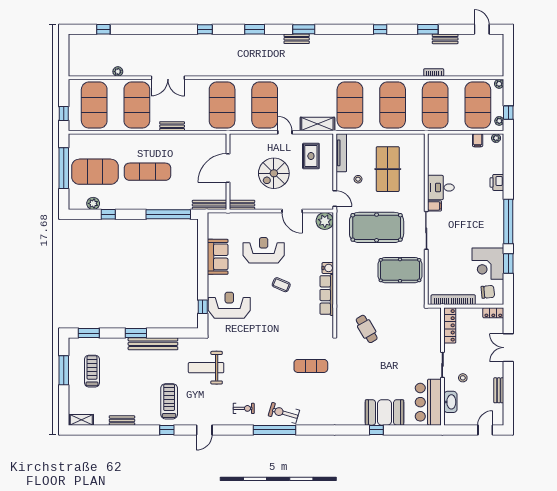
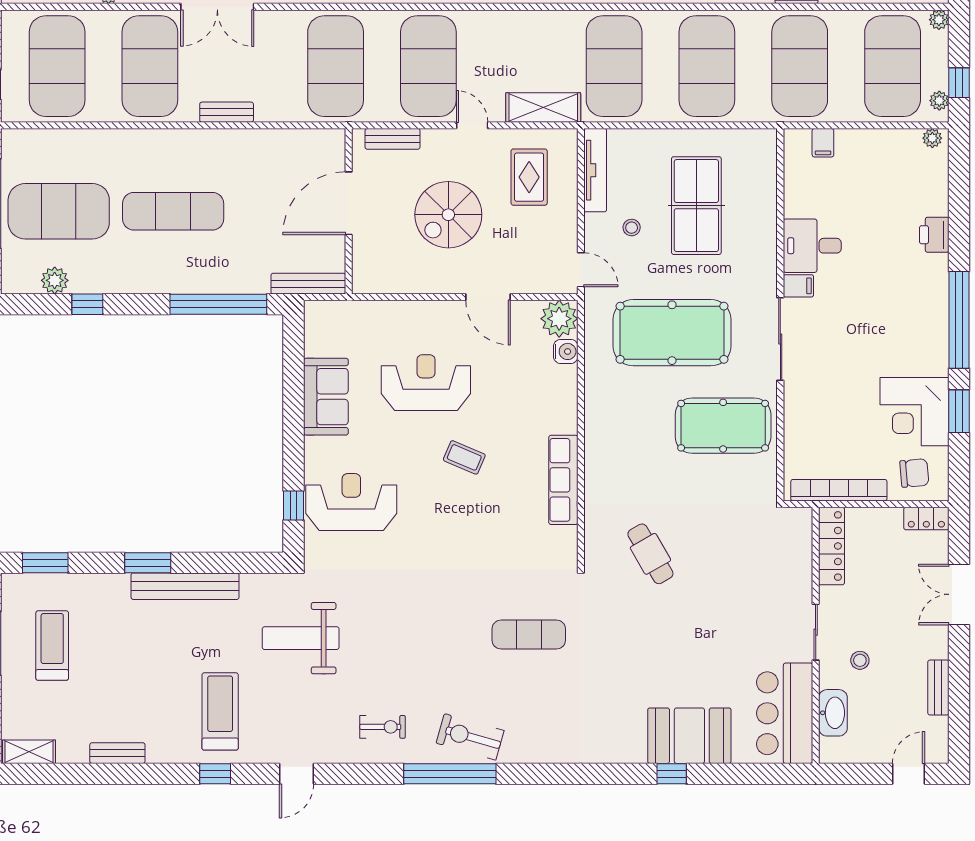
filing cabinet: (478, 140) -> (823, 143), moved
bench: (242, 205) -> (393, 139), moved
water cooler: (328, 268) -> (566, 351), moved

